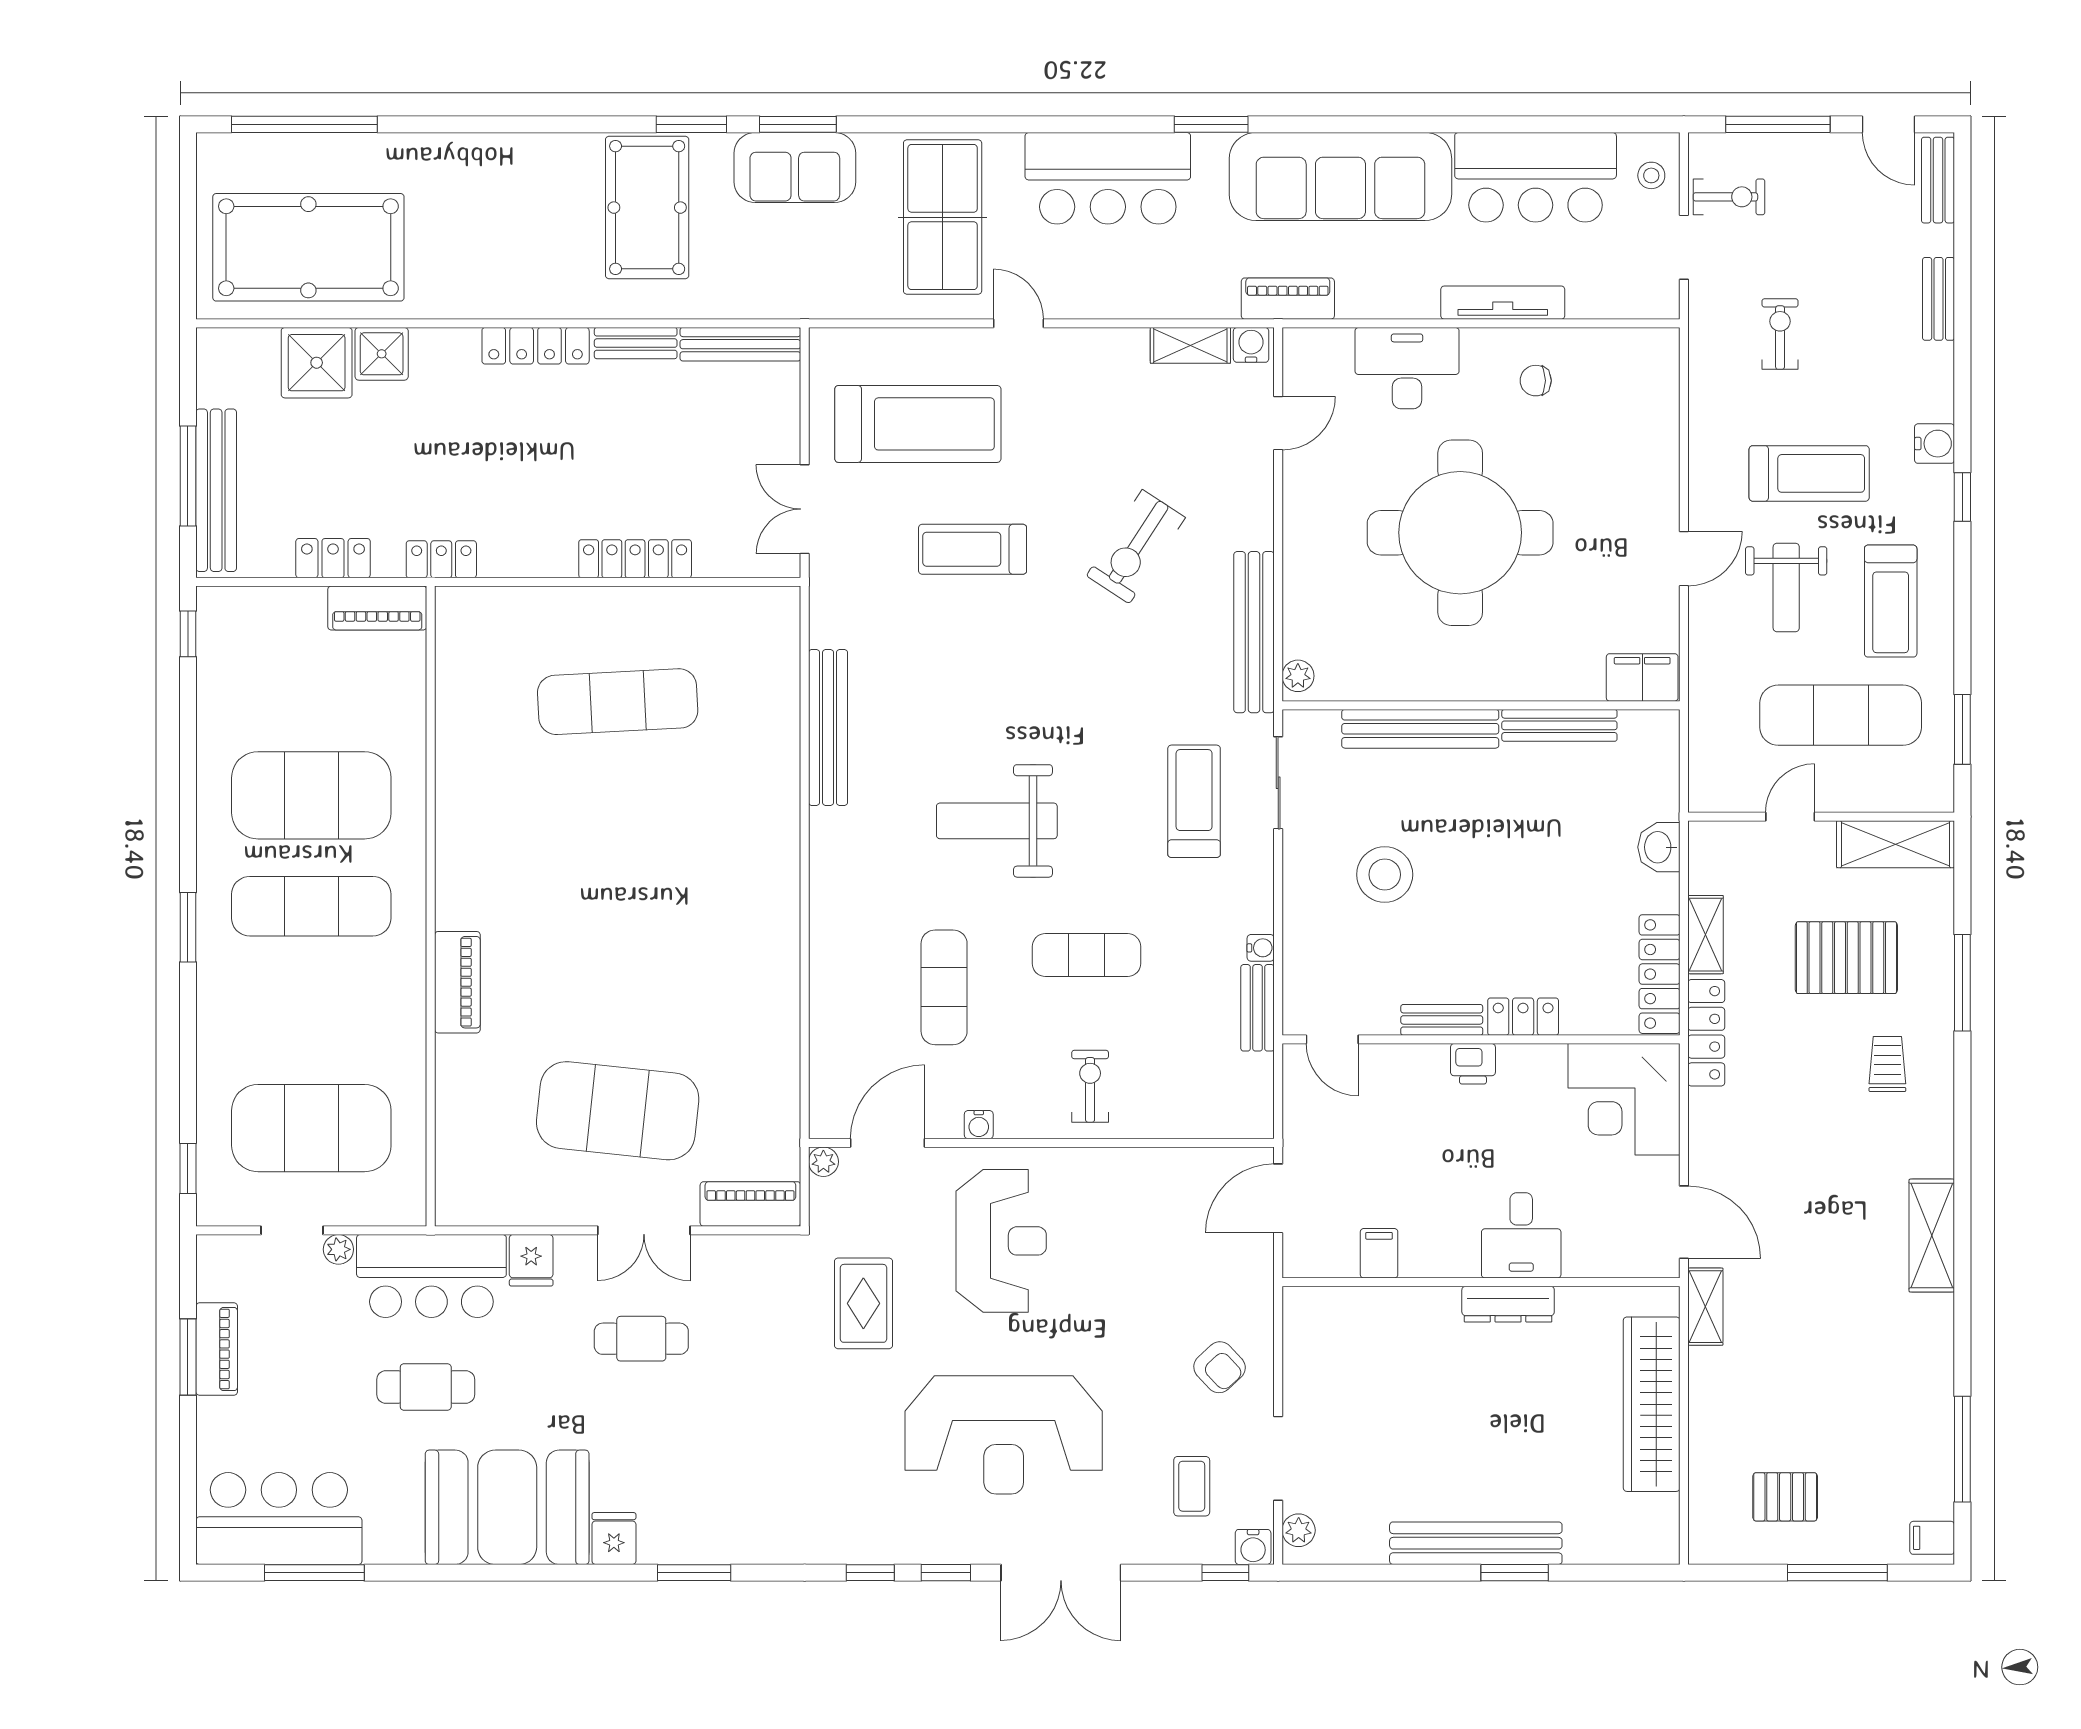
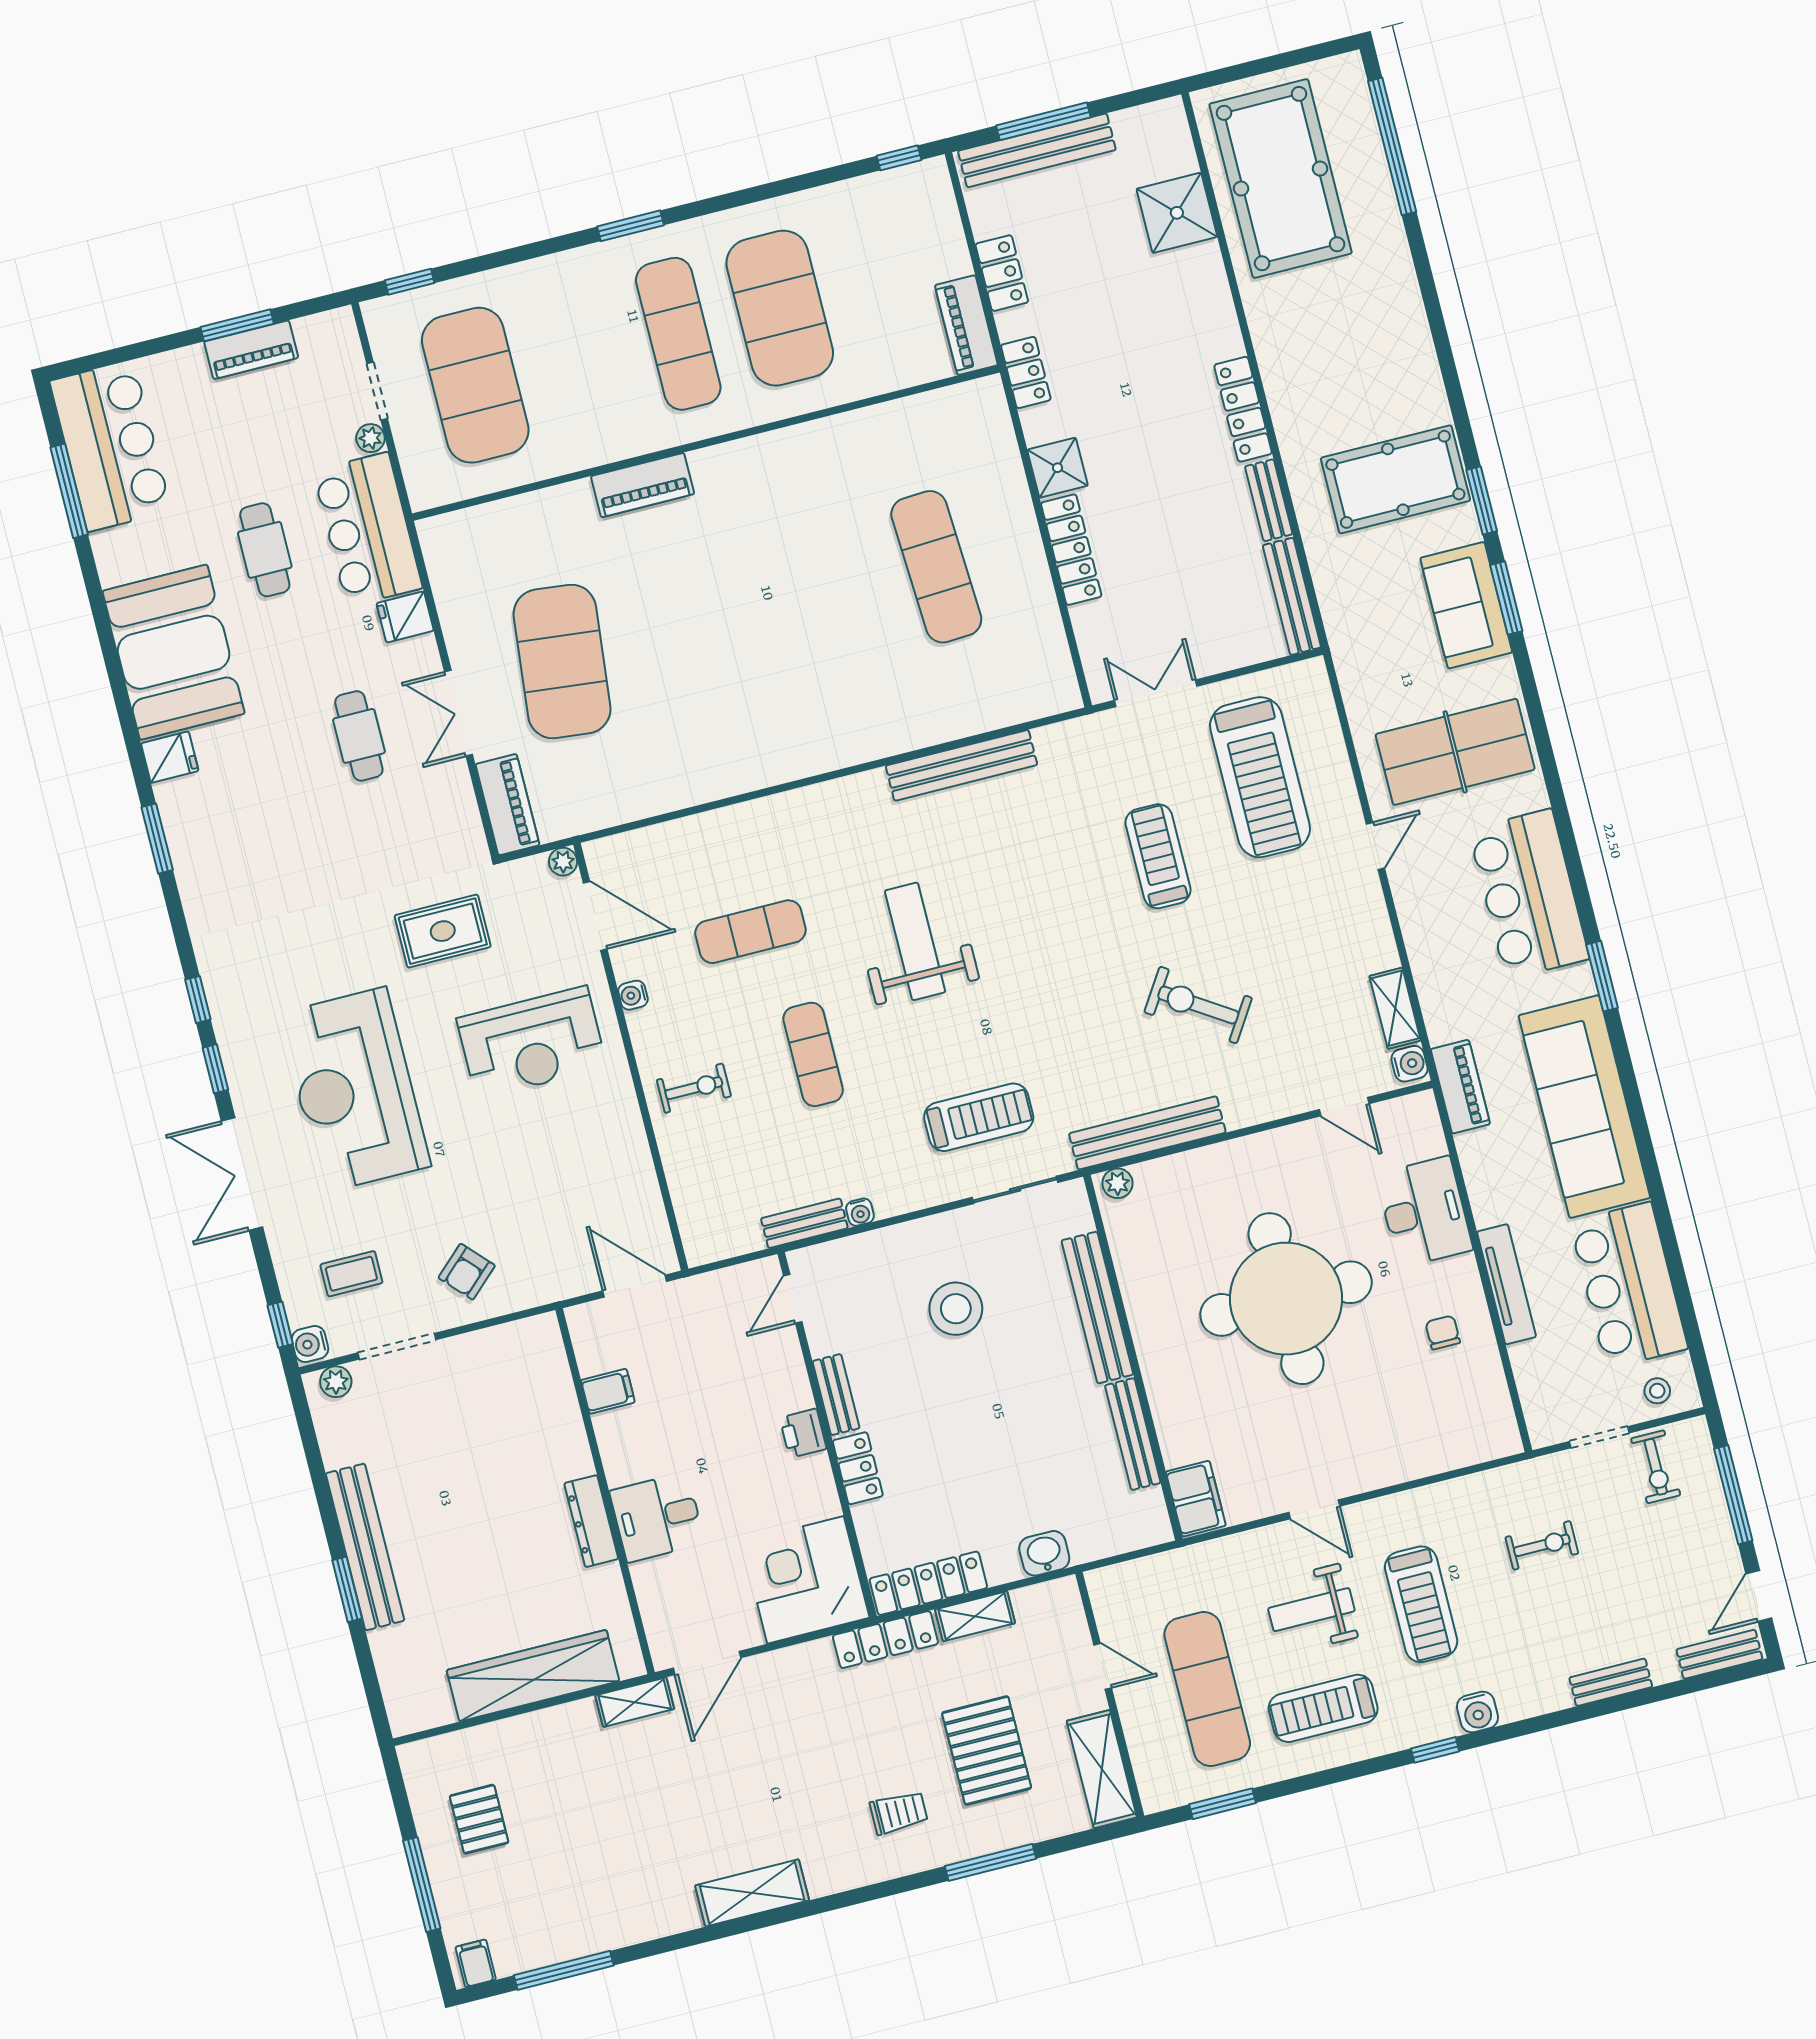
shower: (382, 354) -> (1058, 468), moved

